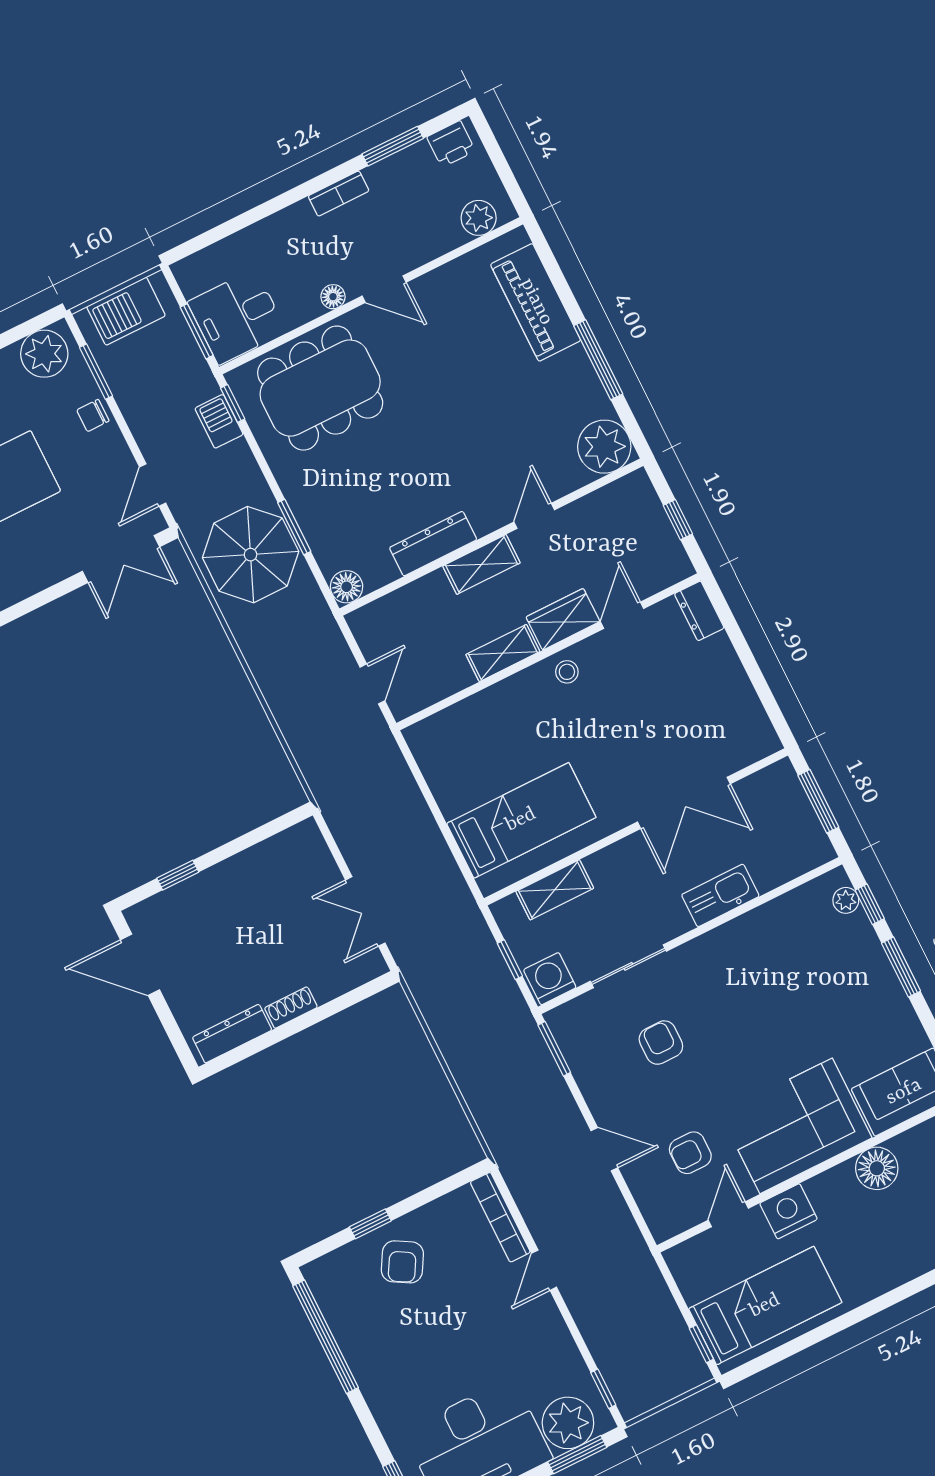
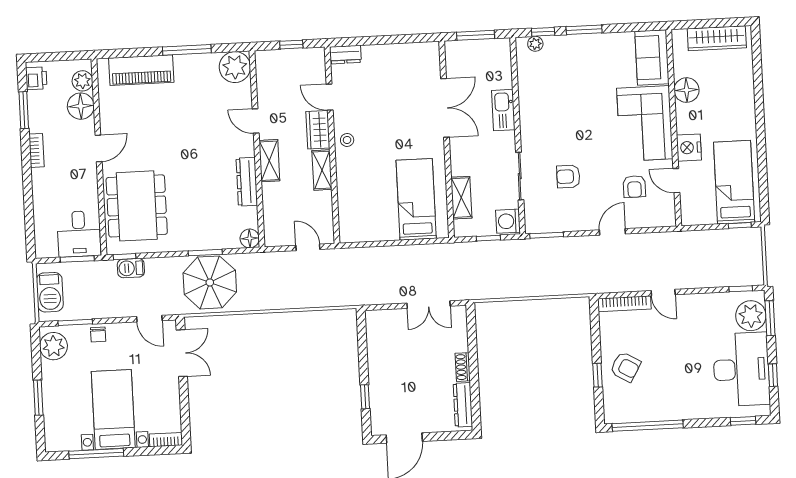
floor lamp: (333, 297) -> (81, 106), moved, width x1.89, depth x1.89

